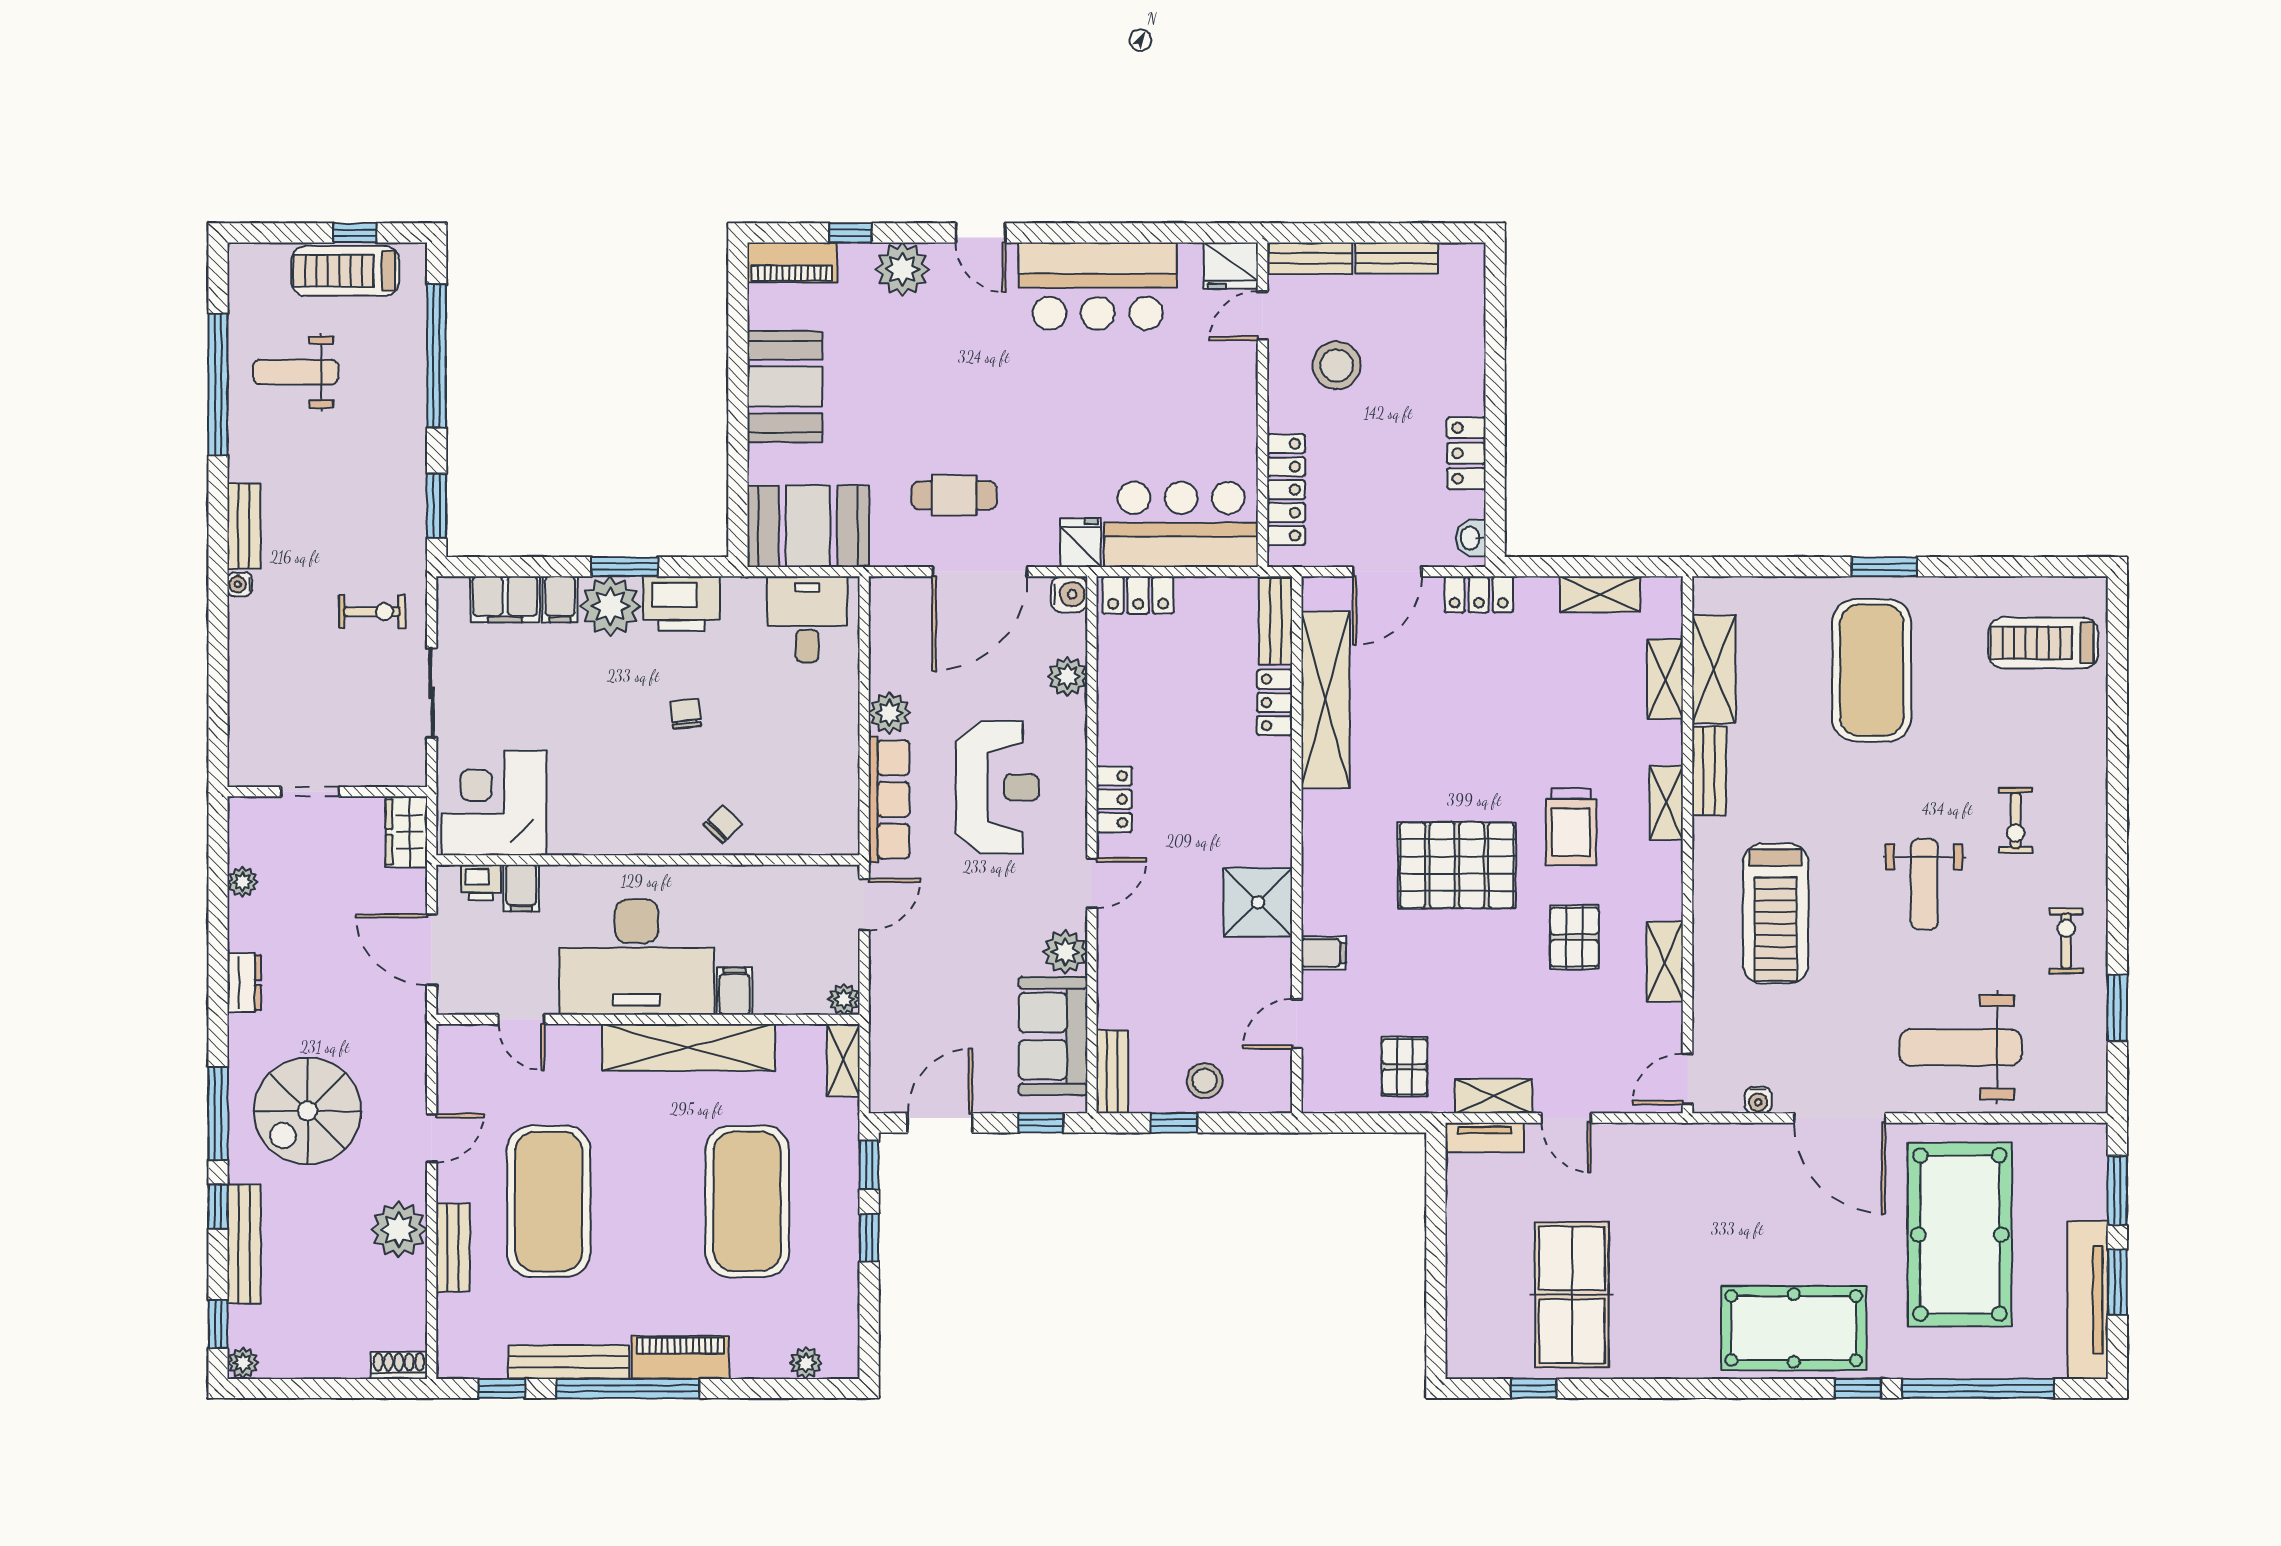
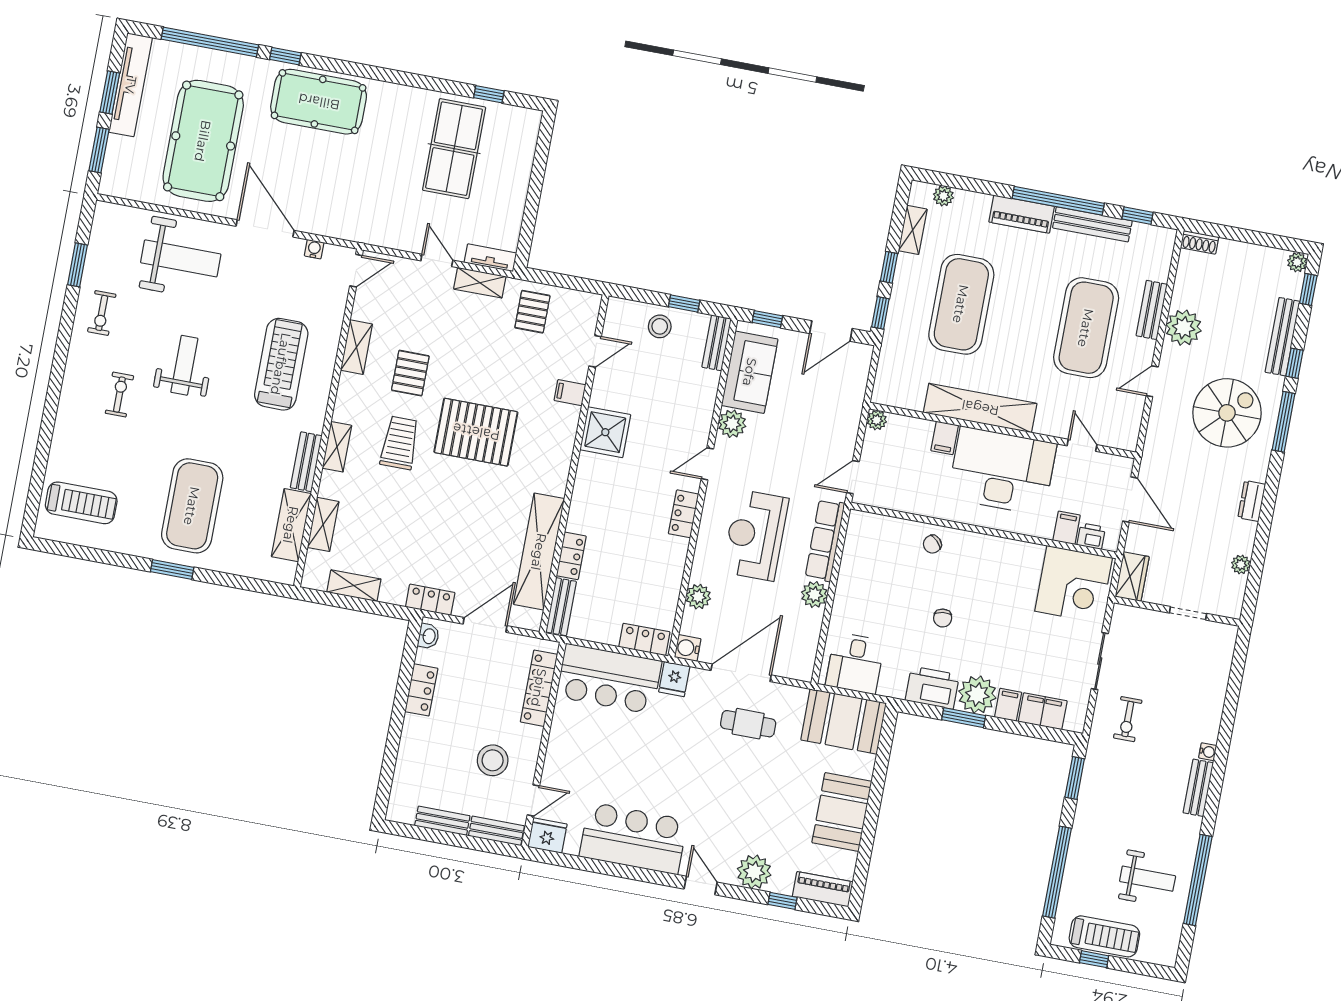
exercise bike: (372, 612) -> (1128, 719), turned -90
shelving: (843, 1060) -> (913, 230), moved

